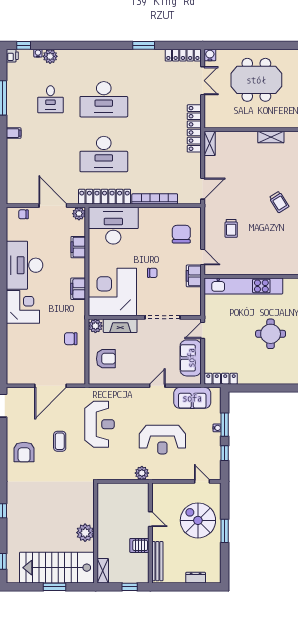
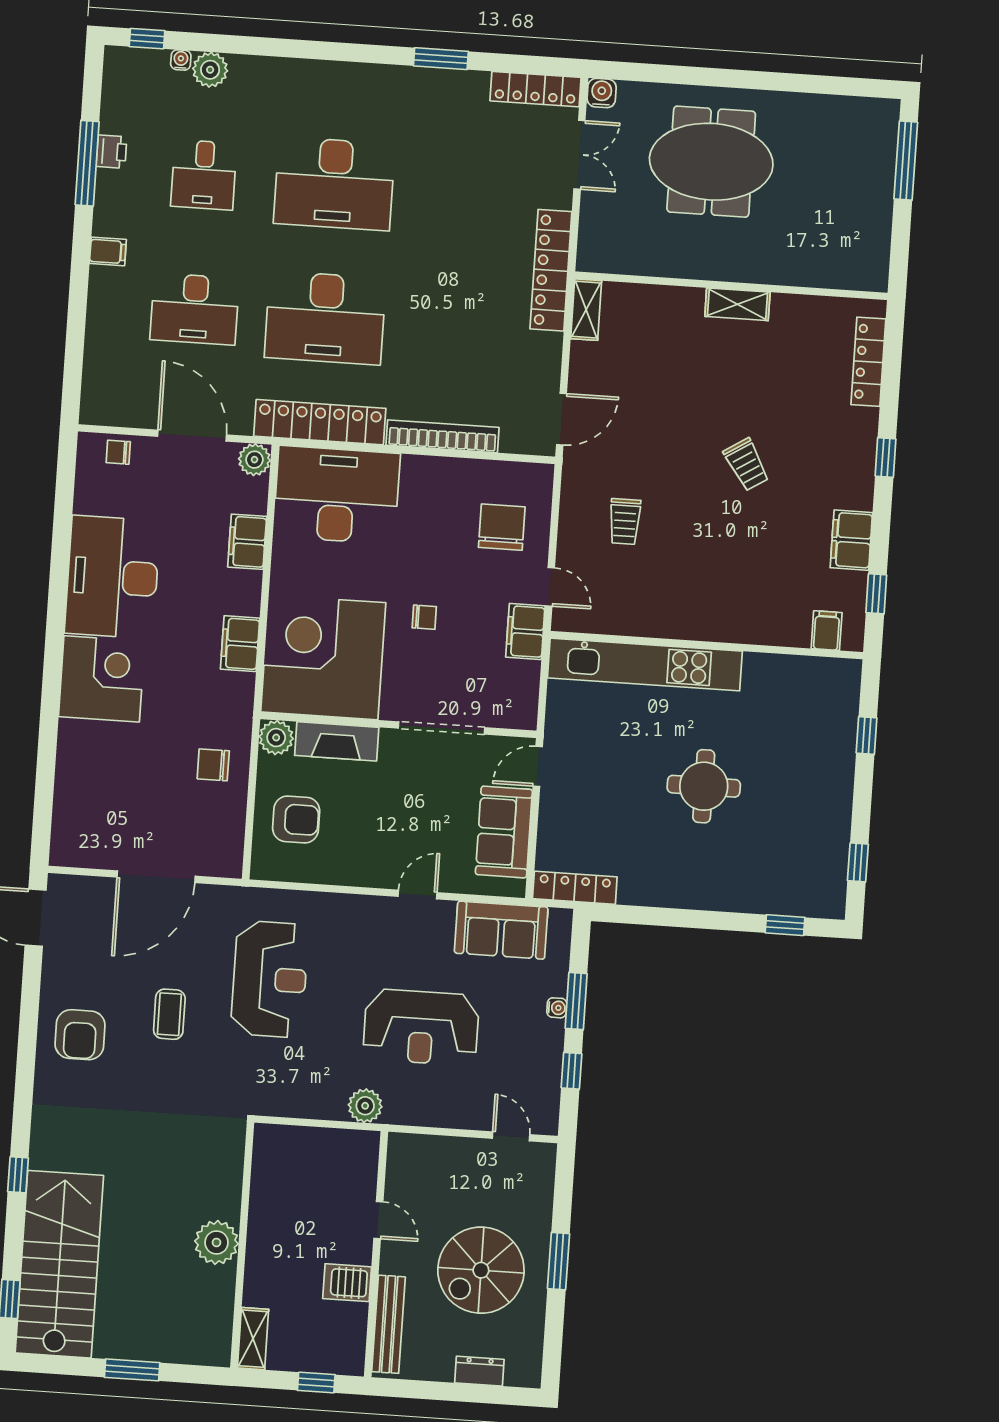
printer: (12, 56) -> (111, 152), moved
desk: (50, 154) -> (195, 309), added
spiral stairs: (198, 520) -> (481, 1270), moved, turned -90
stairs: (57, 568) -> (59, 1264), moved, turned 90

